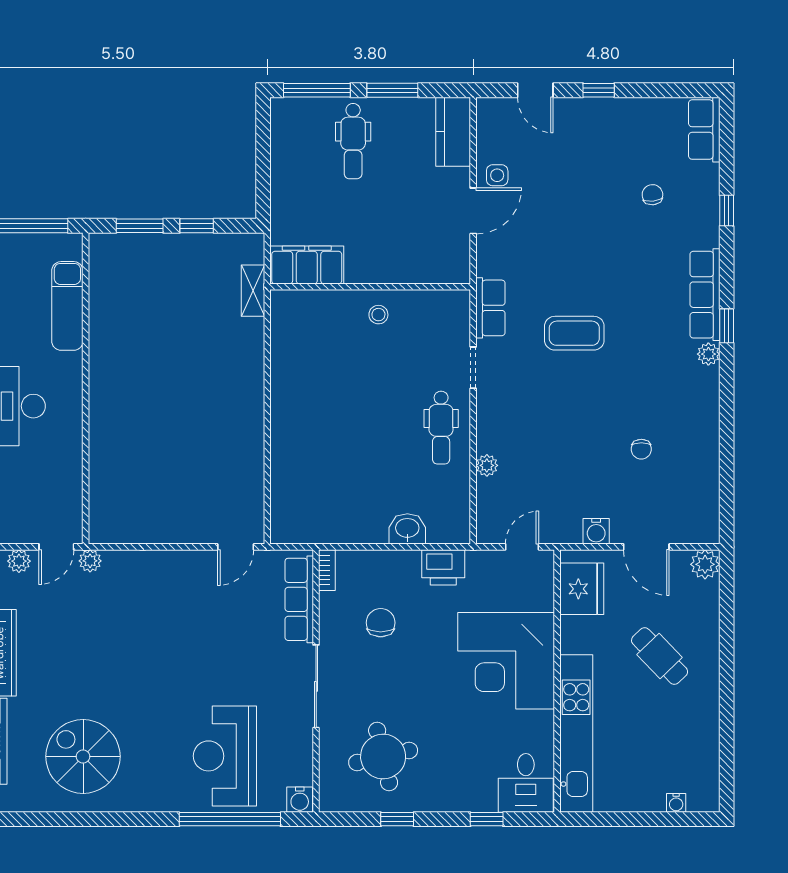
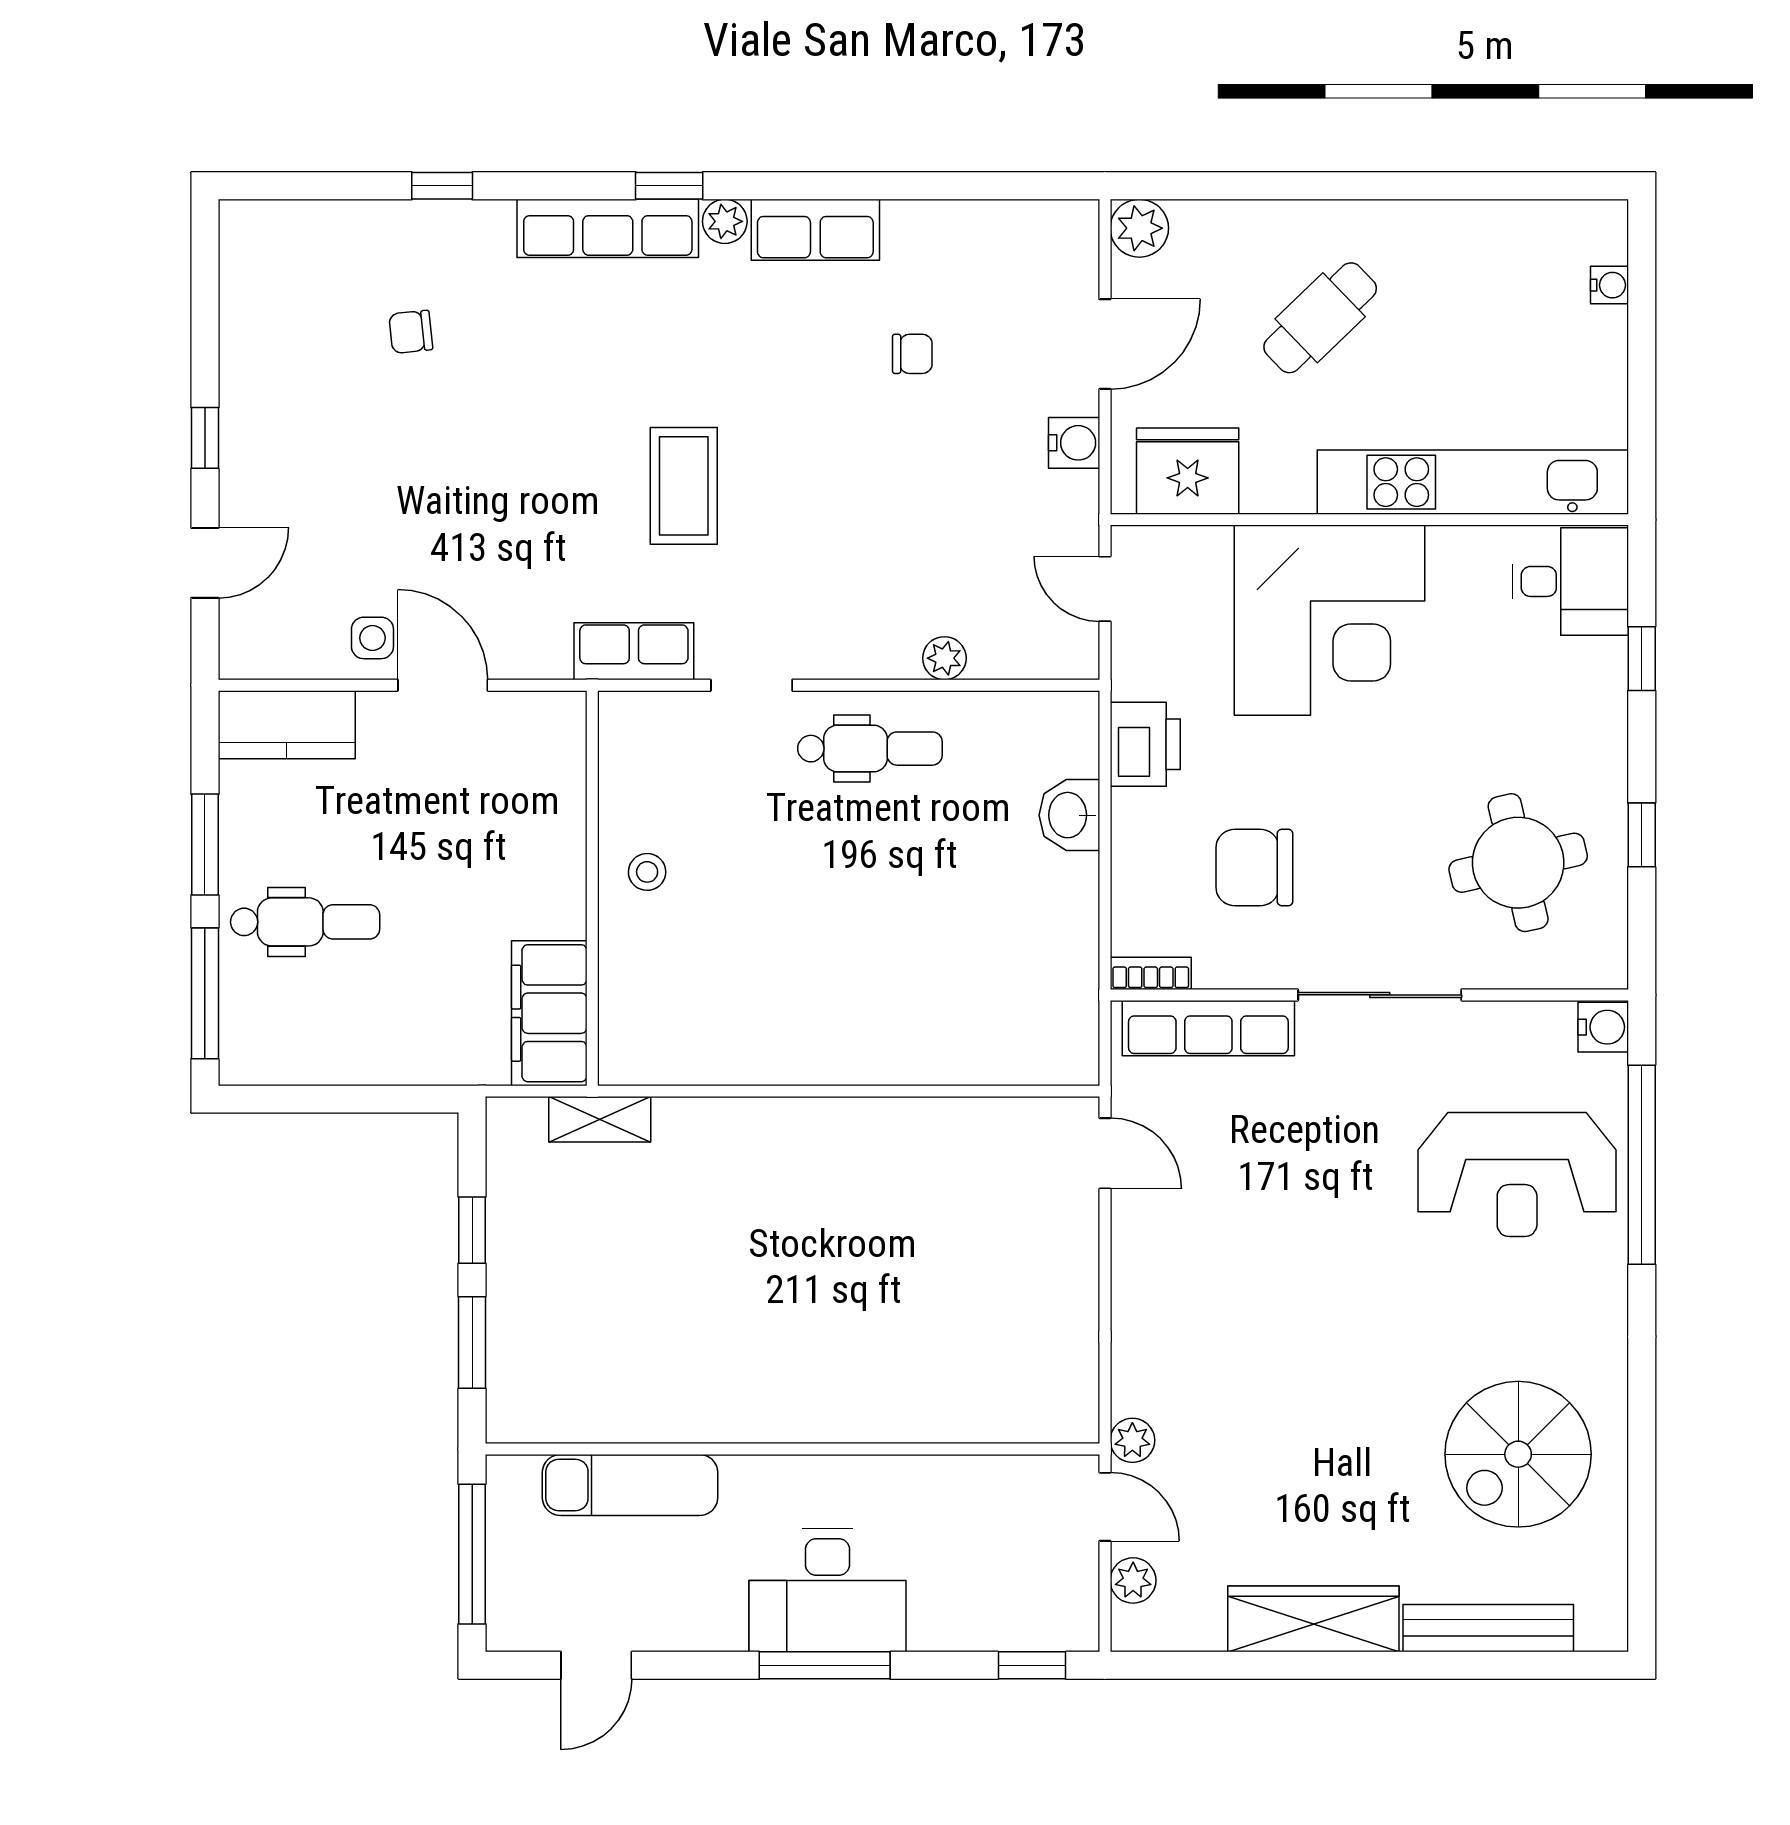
row of seats: (704, 130) -> (815, 230), moved
chair: (381, 623) -> (1254, 868), width x1.37, depth x1.37

